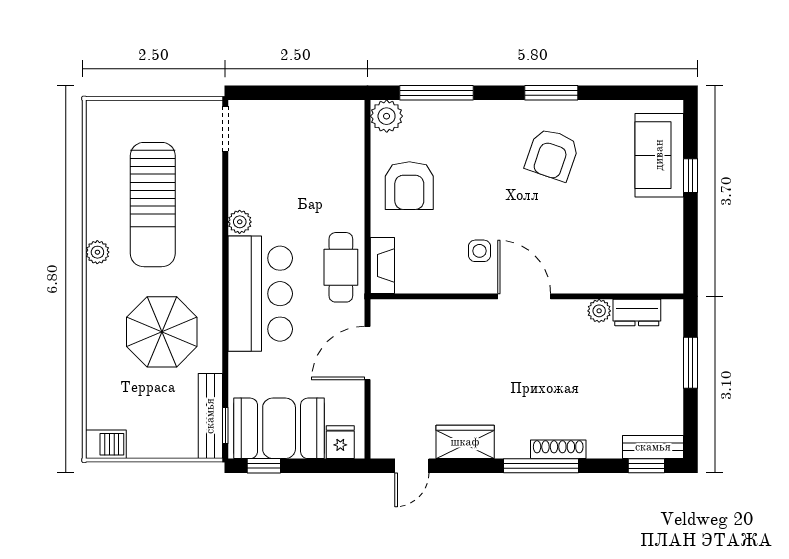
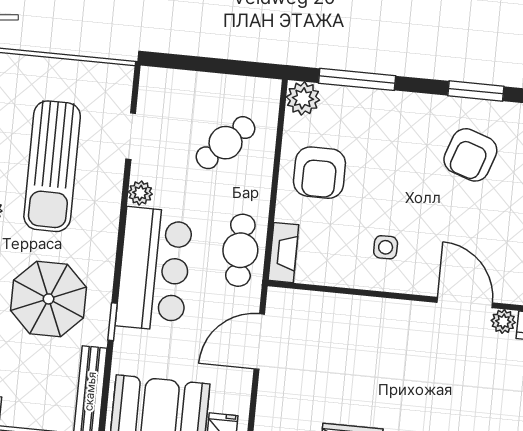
doorway: (225, 129) -> (131, 136), moved
cafe table: (317, 166) -> (226, 143), added
door: (524, 296) -> (465, 303), moved
window: (225, 425) -> (113, 322), moved

